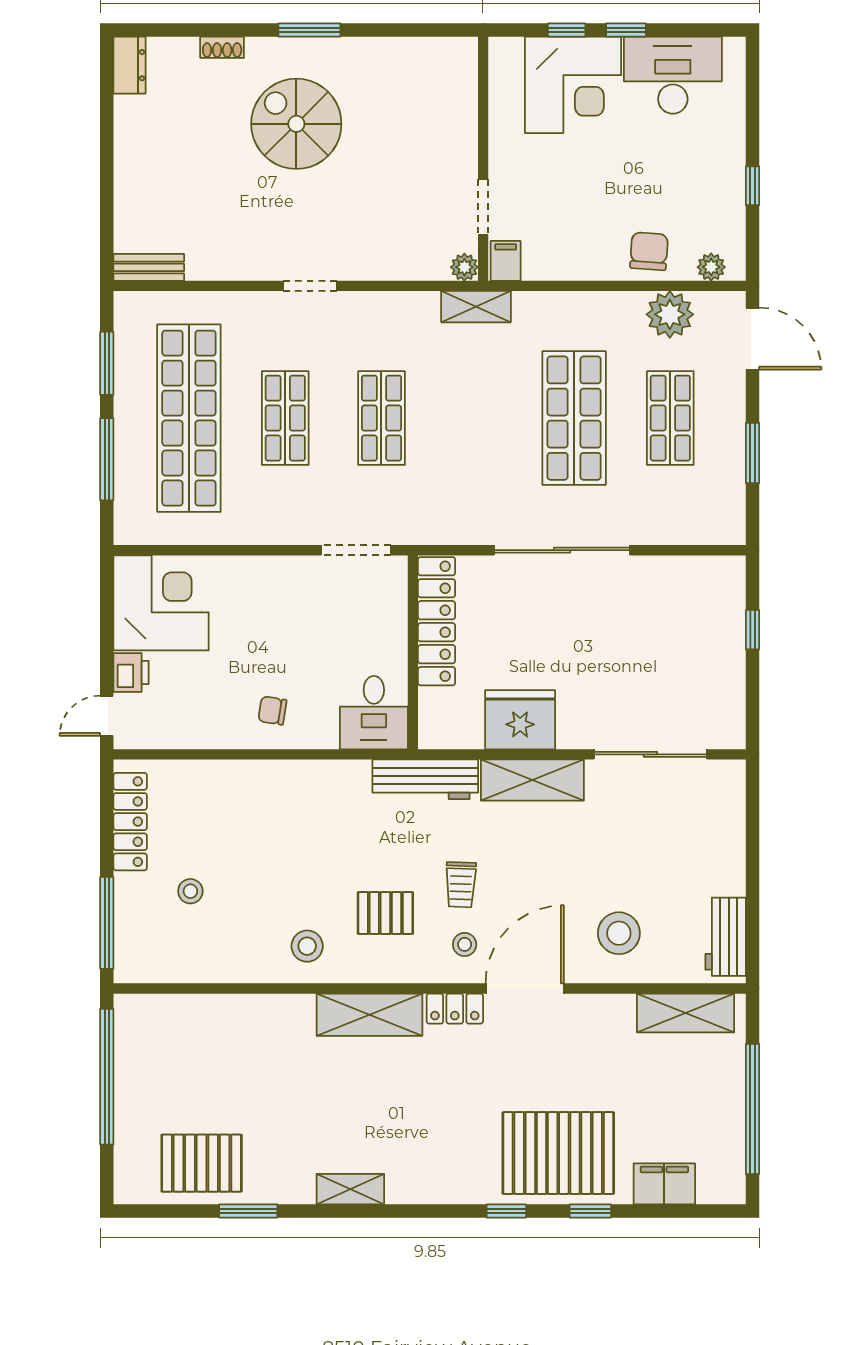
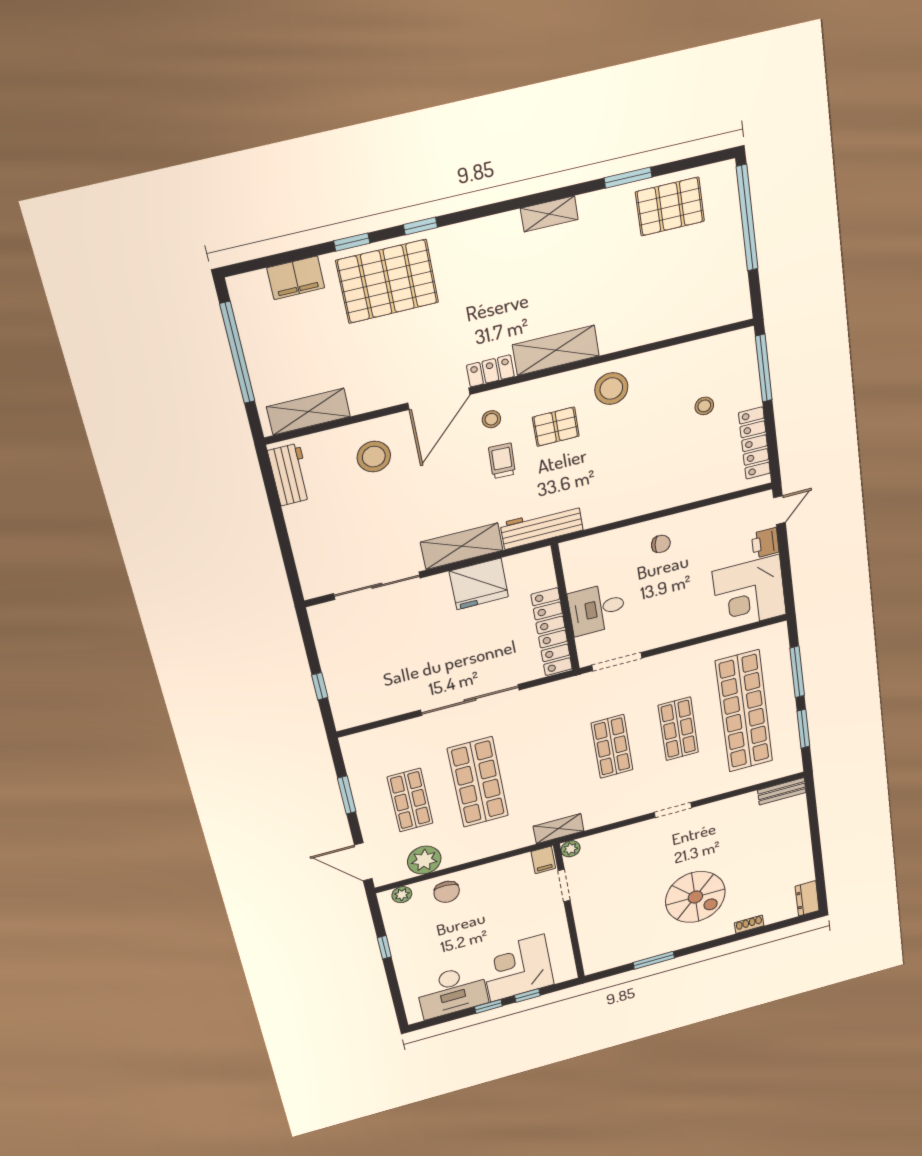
window: (309, 30) -> (654, 960), moved
desk: (374, 713) -> (597, 609), moved, turned -90
stool: (307, 946) -> (611, 388), width x1.38, depth x1.38
window: (107, 1077) -> (747, 218), moved

